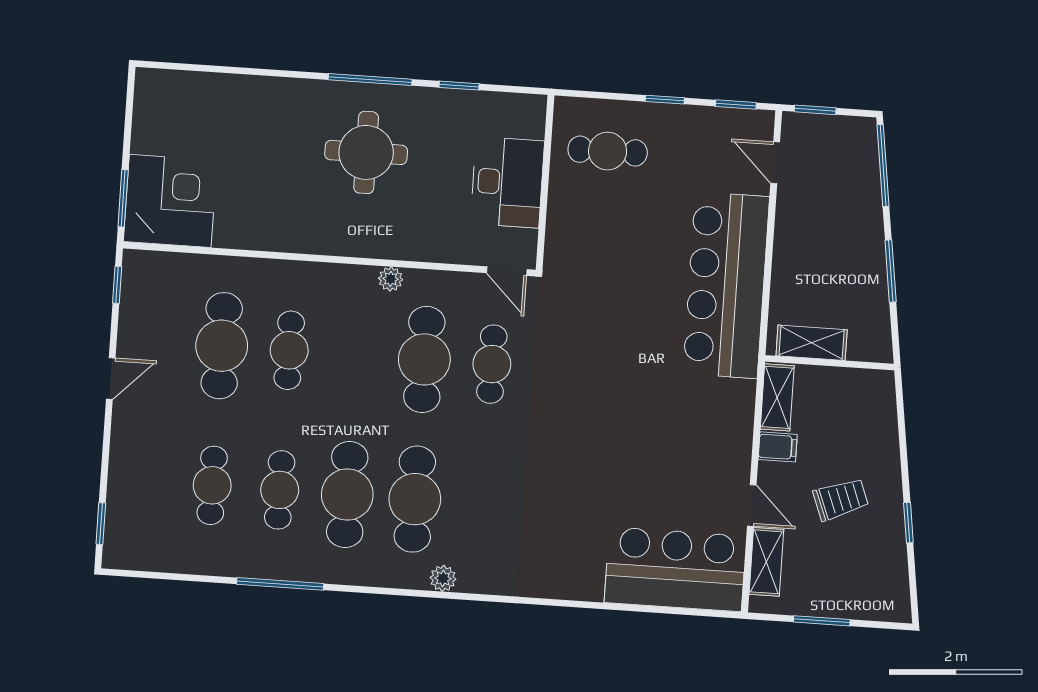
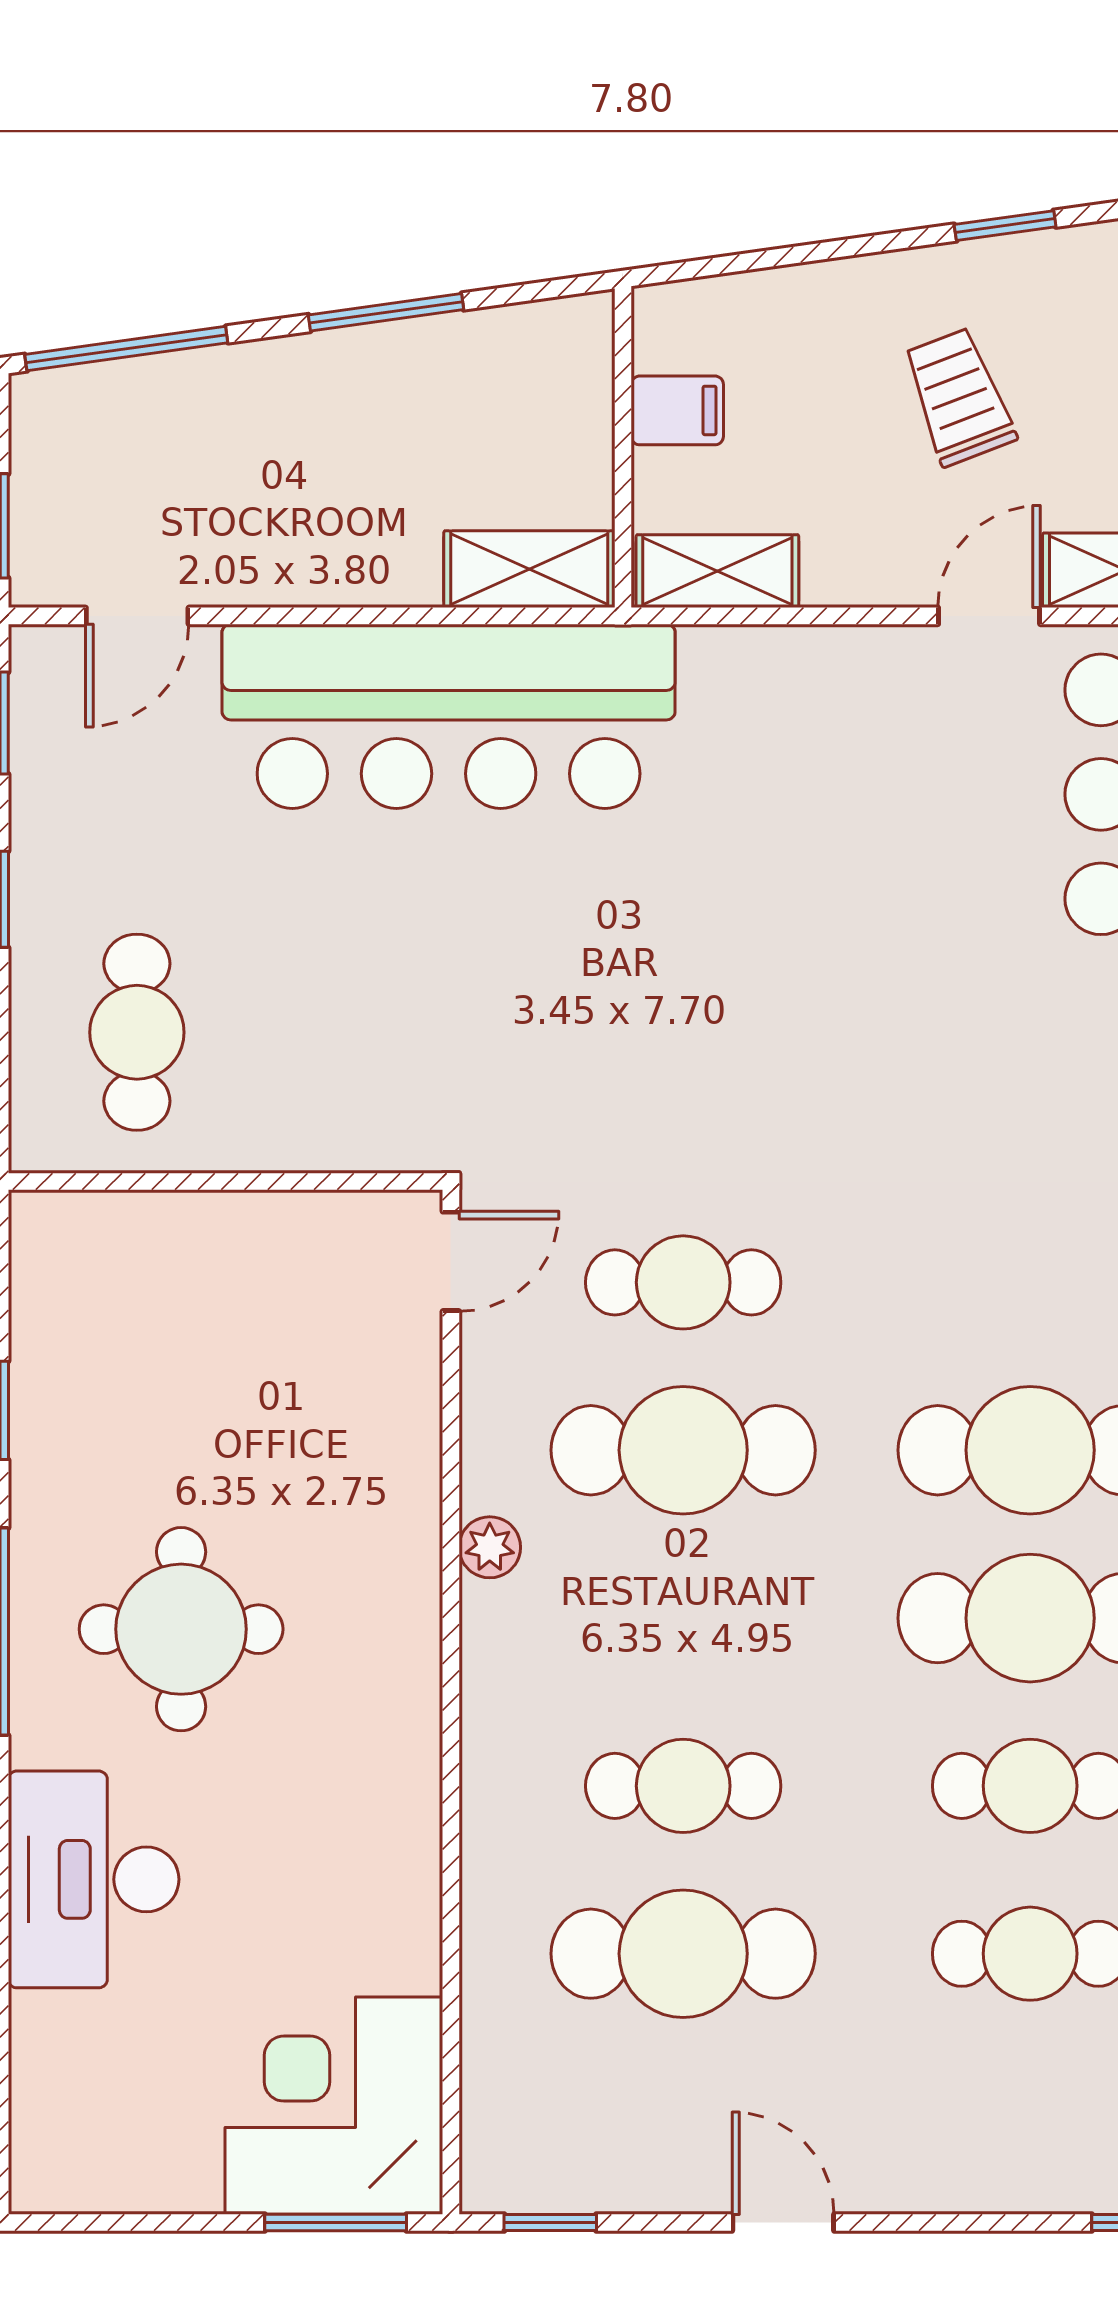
desk: (507, 182) -> (94, 1879), moved, turned -90
shelving: (812, 343) -> (529, 569), moved, turned 90
filing cabinet: (778, 447) -> (677, 410), moved, turned 90

